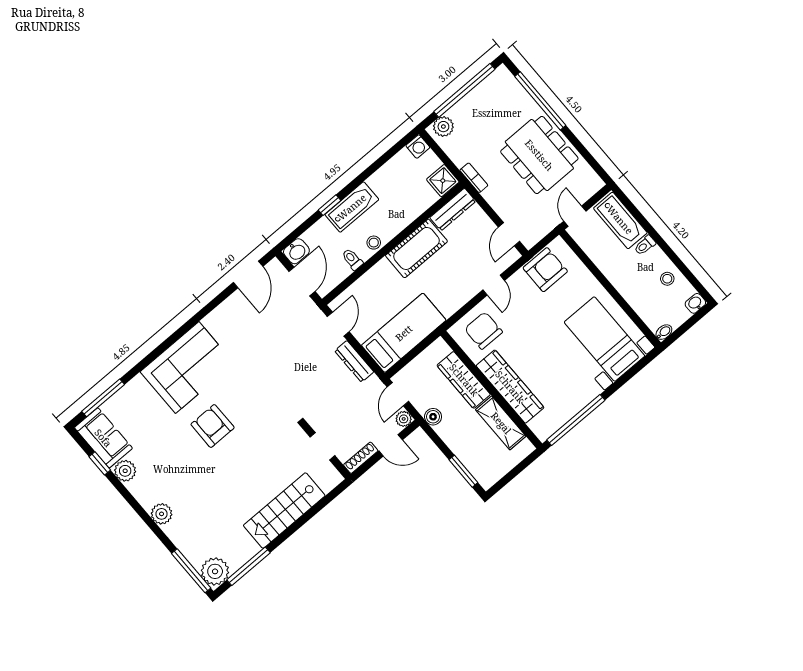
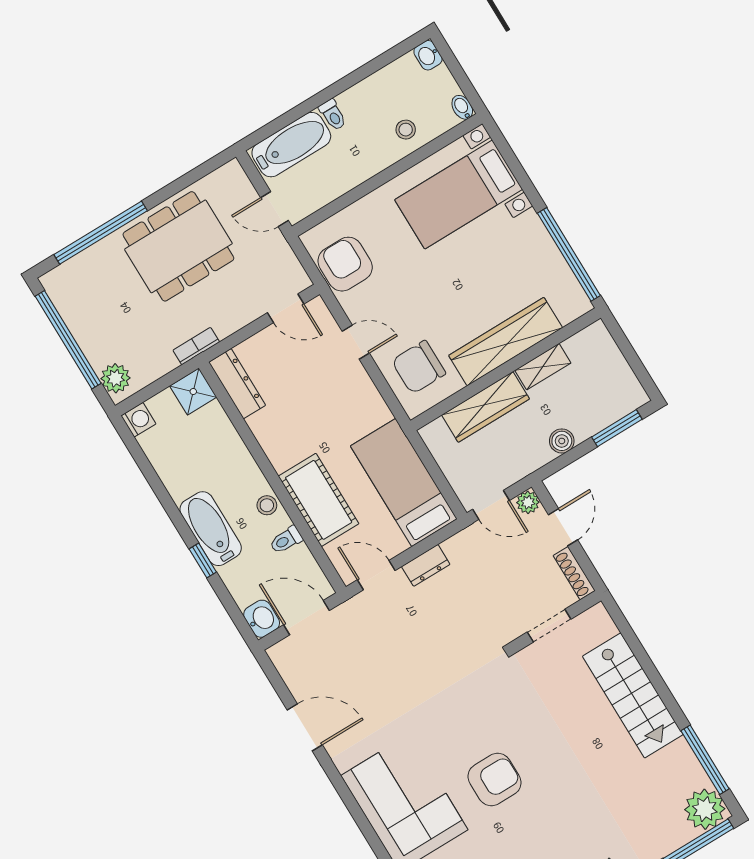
cot: (416, 248) -> (319, 500), moved
door: (248, 274) -> (305, 727), moved
stool: (667, 279) -> (406, 130), moved
dresser: (354, 361) -> (426, 565), width x0.70
boiler: (433, 417) -> (562, 441), moved
shelving: (501, 423) -> (543, 367), width x0.67, depth x0.75
armchair: (213, 426) -> (494, 780), turned 180

